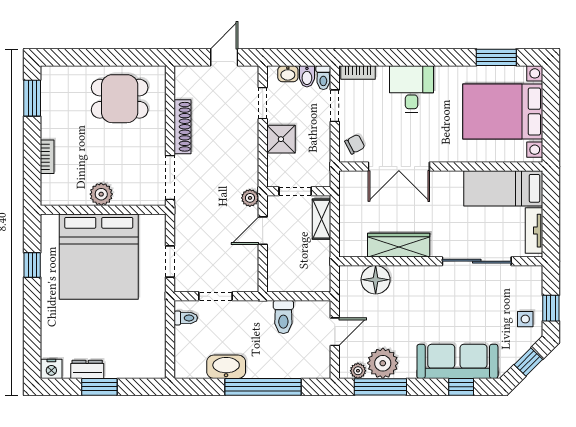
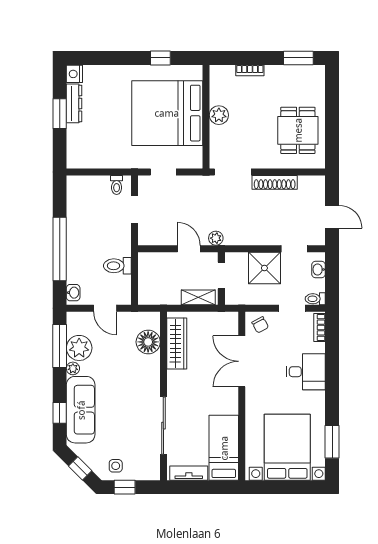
bidet: (307, 76) -> (316, 285), removed
shower: (281, 139) -> (264, 268), width x1.36, depth x1.36
wardrobe: (399, 245) -> (177, 343), moved
washbasin: (226, 367) -> (73, 293), moved, width x0.52, depth x0.69
dresser: (87, 369) -> (74, 103), width x1.44
plant: (358, 371) -> (73, 368), moved

